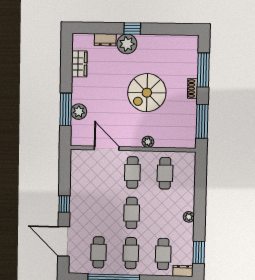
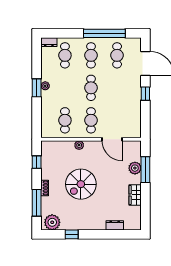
window: (132, 29) -> (72, 234), moved
plant: (127, 44) -> (52, 222), moved
wardrobe: (79, 64) -> (135, 195), moved
spiral stairs: (147, 93) -> (81, 184), turned 180
window: (202, 121) -> (37, 162), width x0.46
window: (199, 252) -> (37, 88), moved

